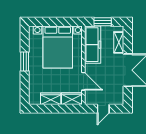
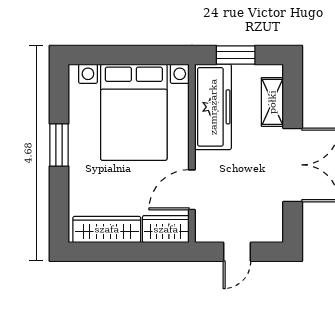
door: (83, 81) -> (192, 190), swing flipped
wardrobe: (51, 99) -> (107, 229), width x1.50

